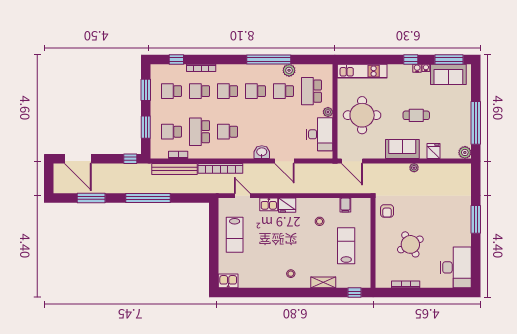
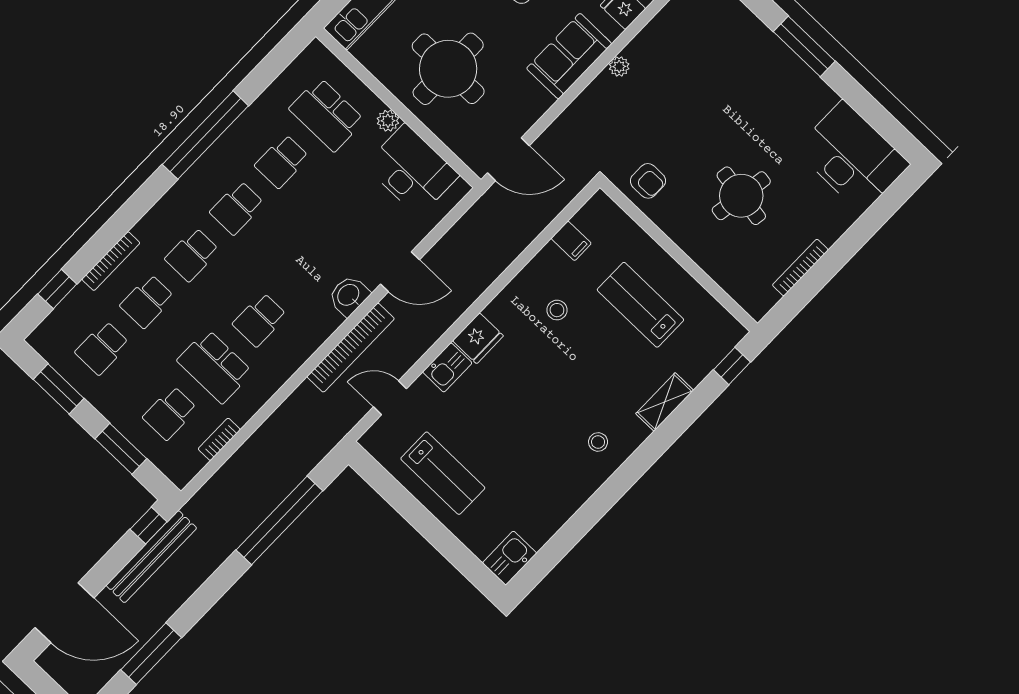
plant: (289, 70) -> (256, 119), removed
bookcase: (220, 168) -> (351, 348), moved
bench: (175, 169) -> (151, 557), moved
window: (148, 198) -> (279, 520), moved
round table: (410, 244) -> (741, 196), turned 38

